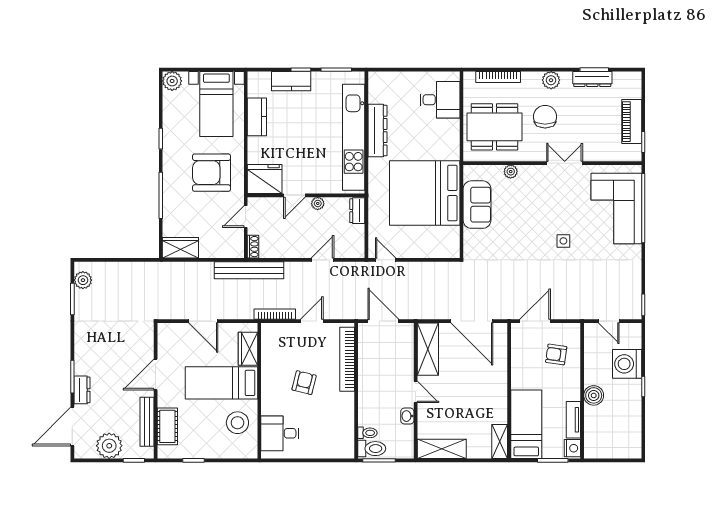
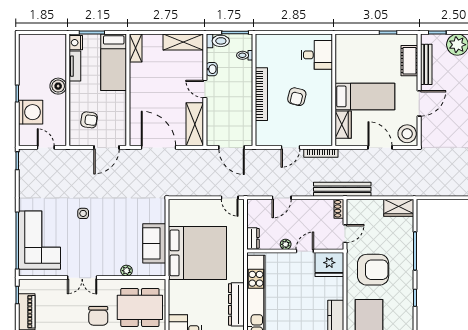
bookcase: (347, 359) -> (261, 94), moved
stool: (237, 423) -> (407, 134), moved
toilet: (372, 449) -> (218, 41), moved, turned 180

